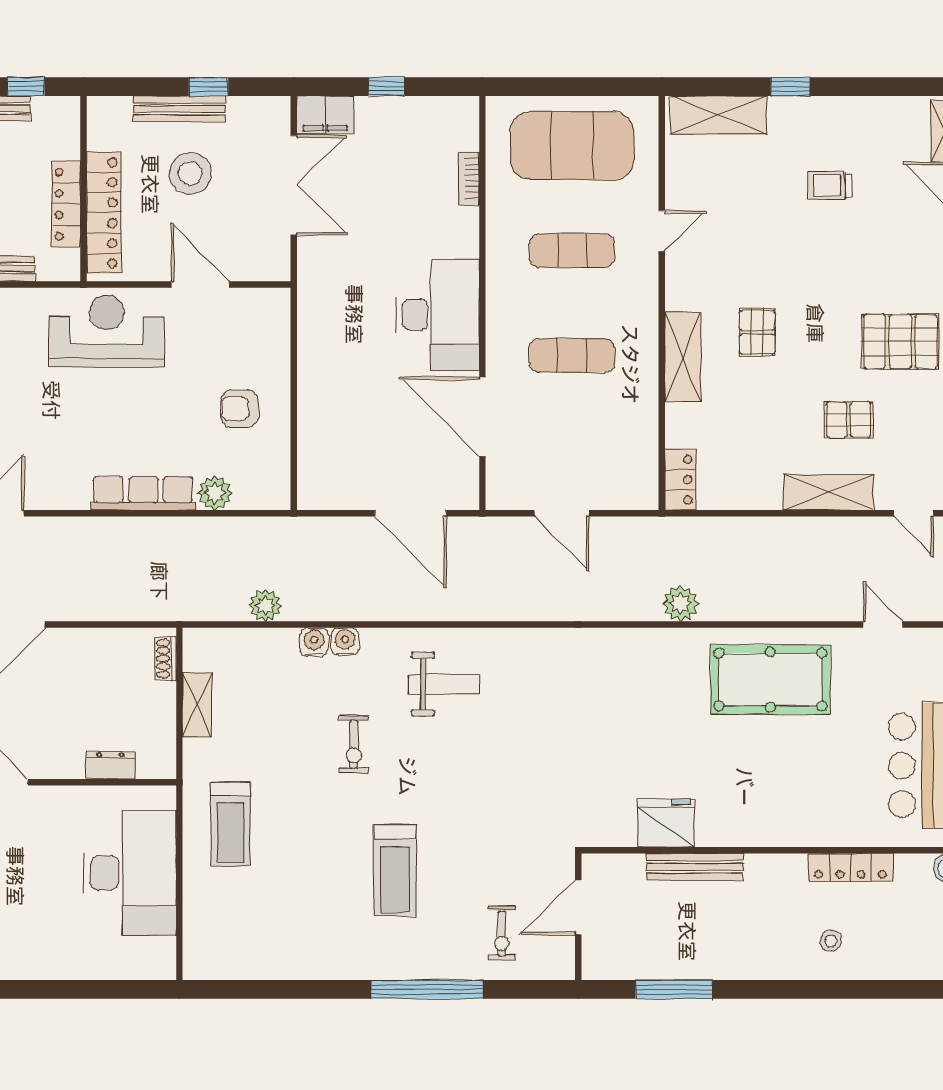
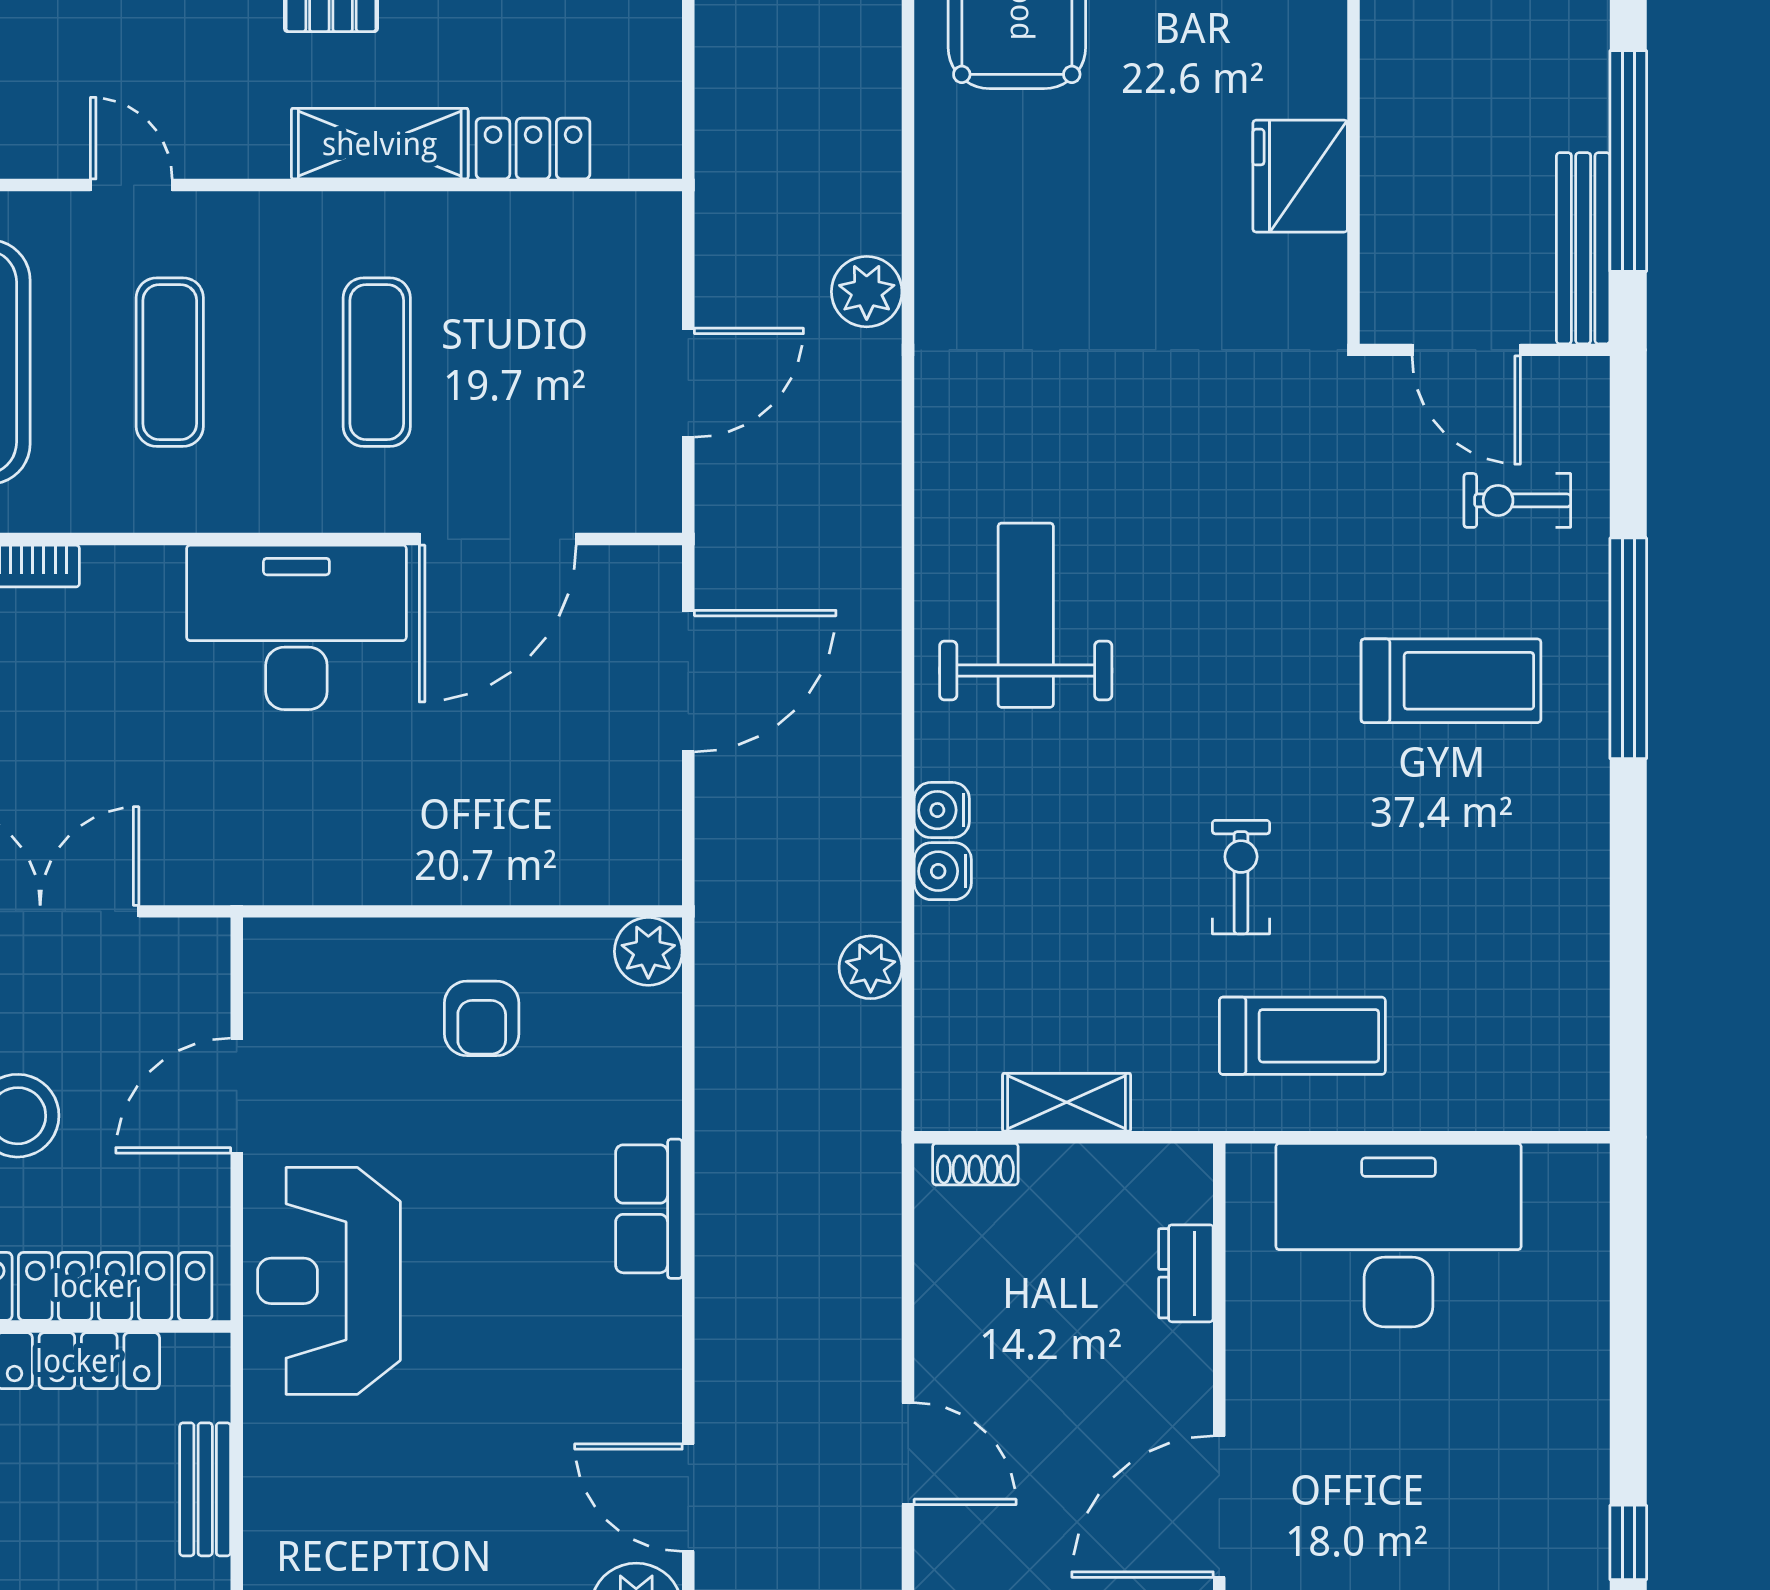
locker: (680, 480) -> (533, 149), moved
row of seats: (143, 493) -> (649, 1209), width x0.68
plant: (215, 493) -> (648, 951), moved
plant: (681, 604) -> (867, 292), moved
weight bench: (444, 684) -> (1026, 615), width x1.36, depth x1.33
exercise bike: (354, 744) -> (1241, 877), moved, turned -90
bench: (695, 867) -> (1583, 248), moved
treadmill: (395, 870) -> (1451, 681), moved
exercise bike: (502, 933) -> (1517, 500), turned 180
window: (674, 989) -> (1628, 161), width x1.46

